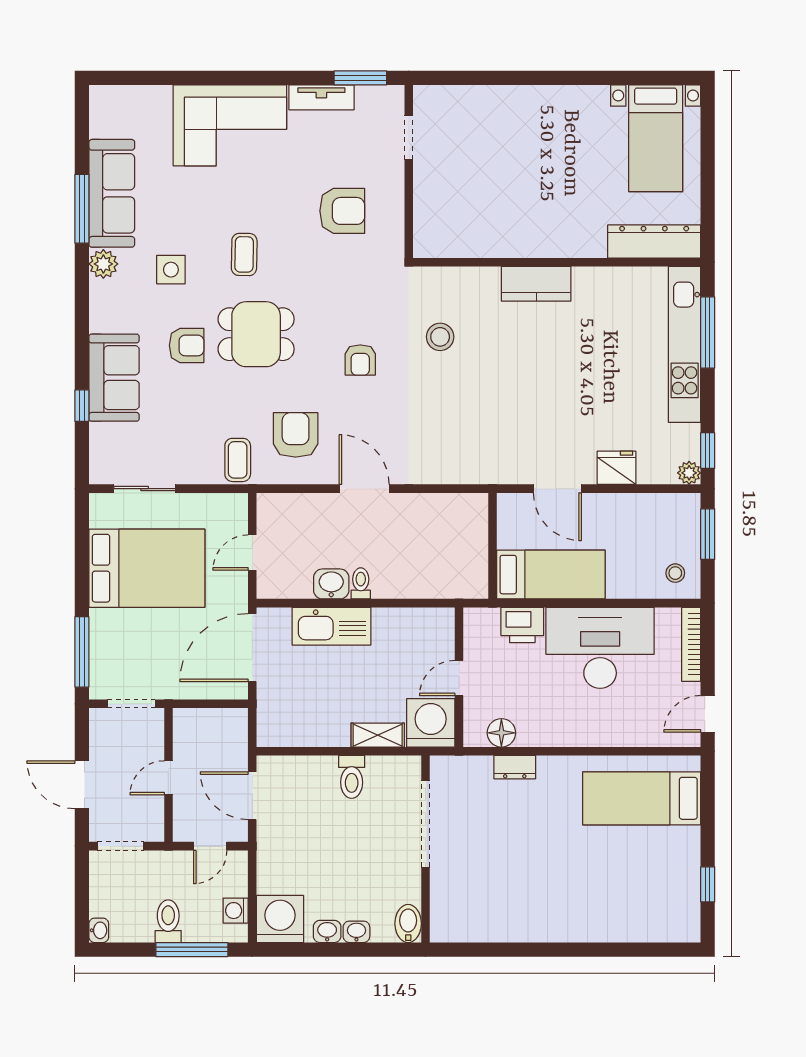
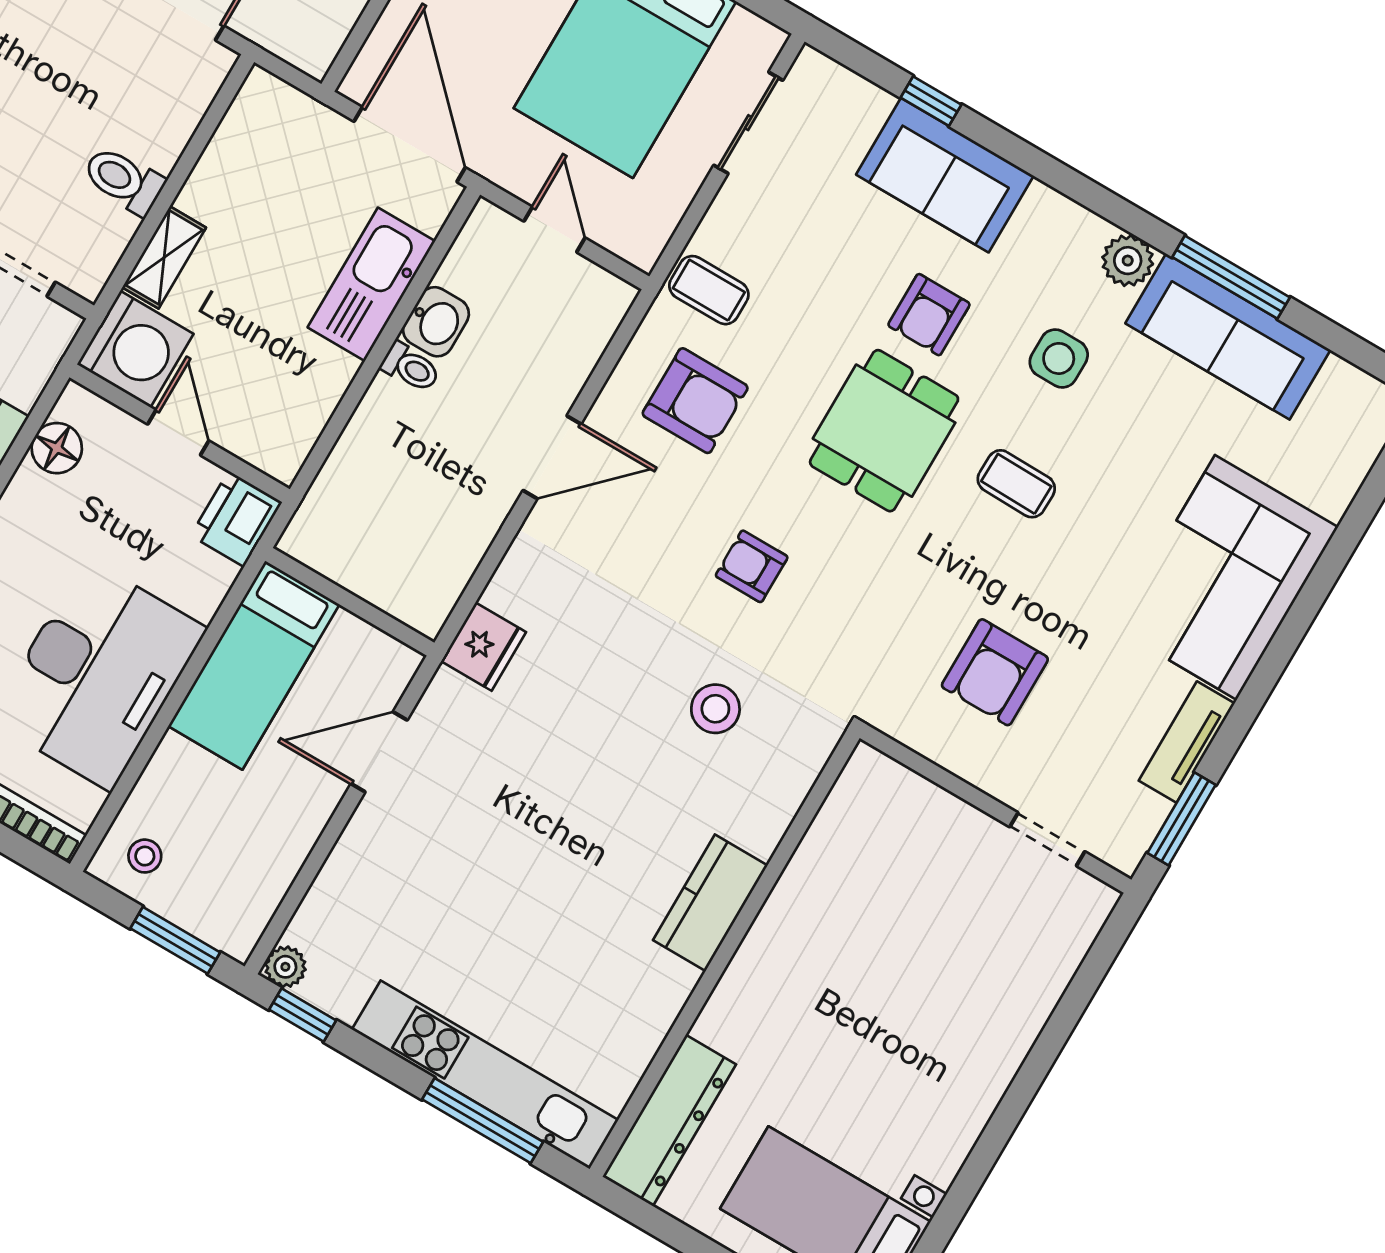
fridge: (616, 468) -> (484, 647), moved
printer: (522, 625) -> (236, 519), moved

